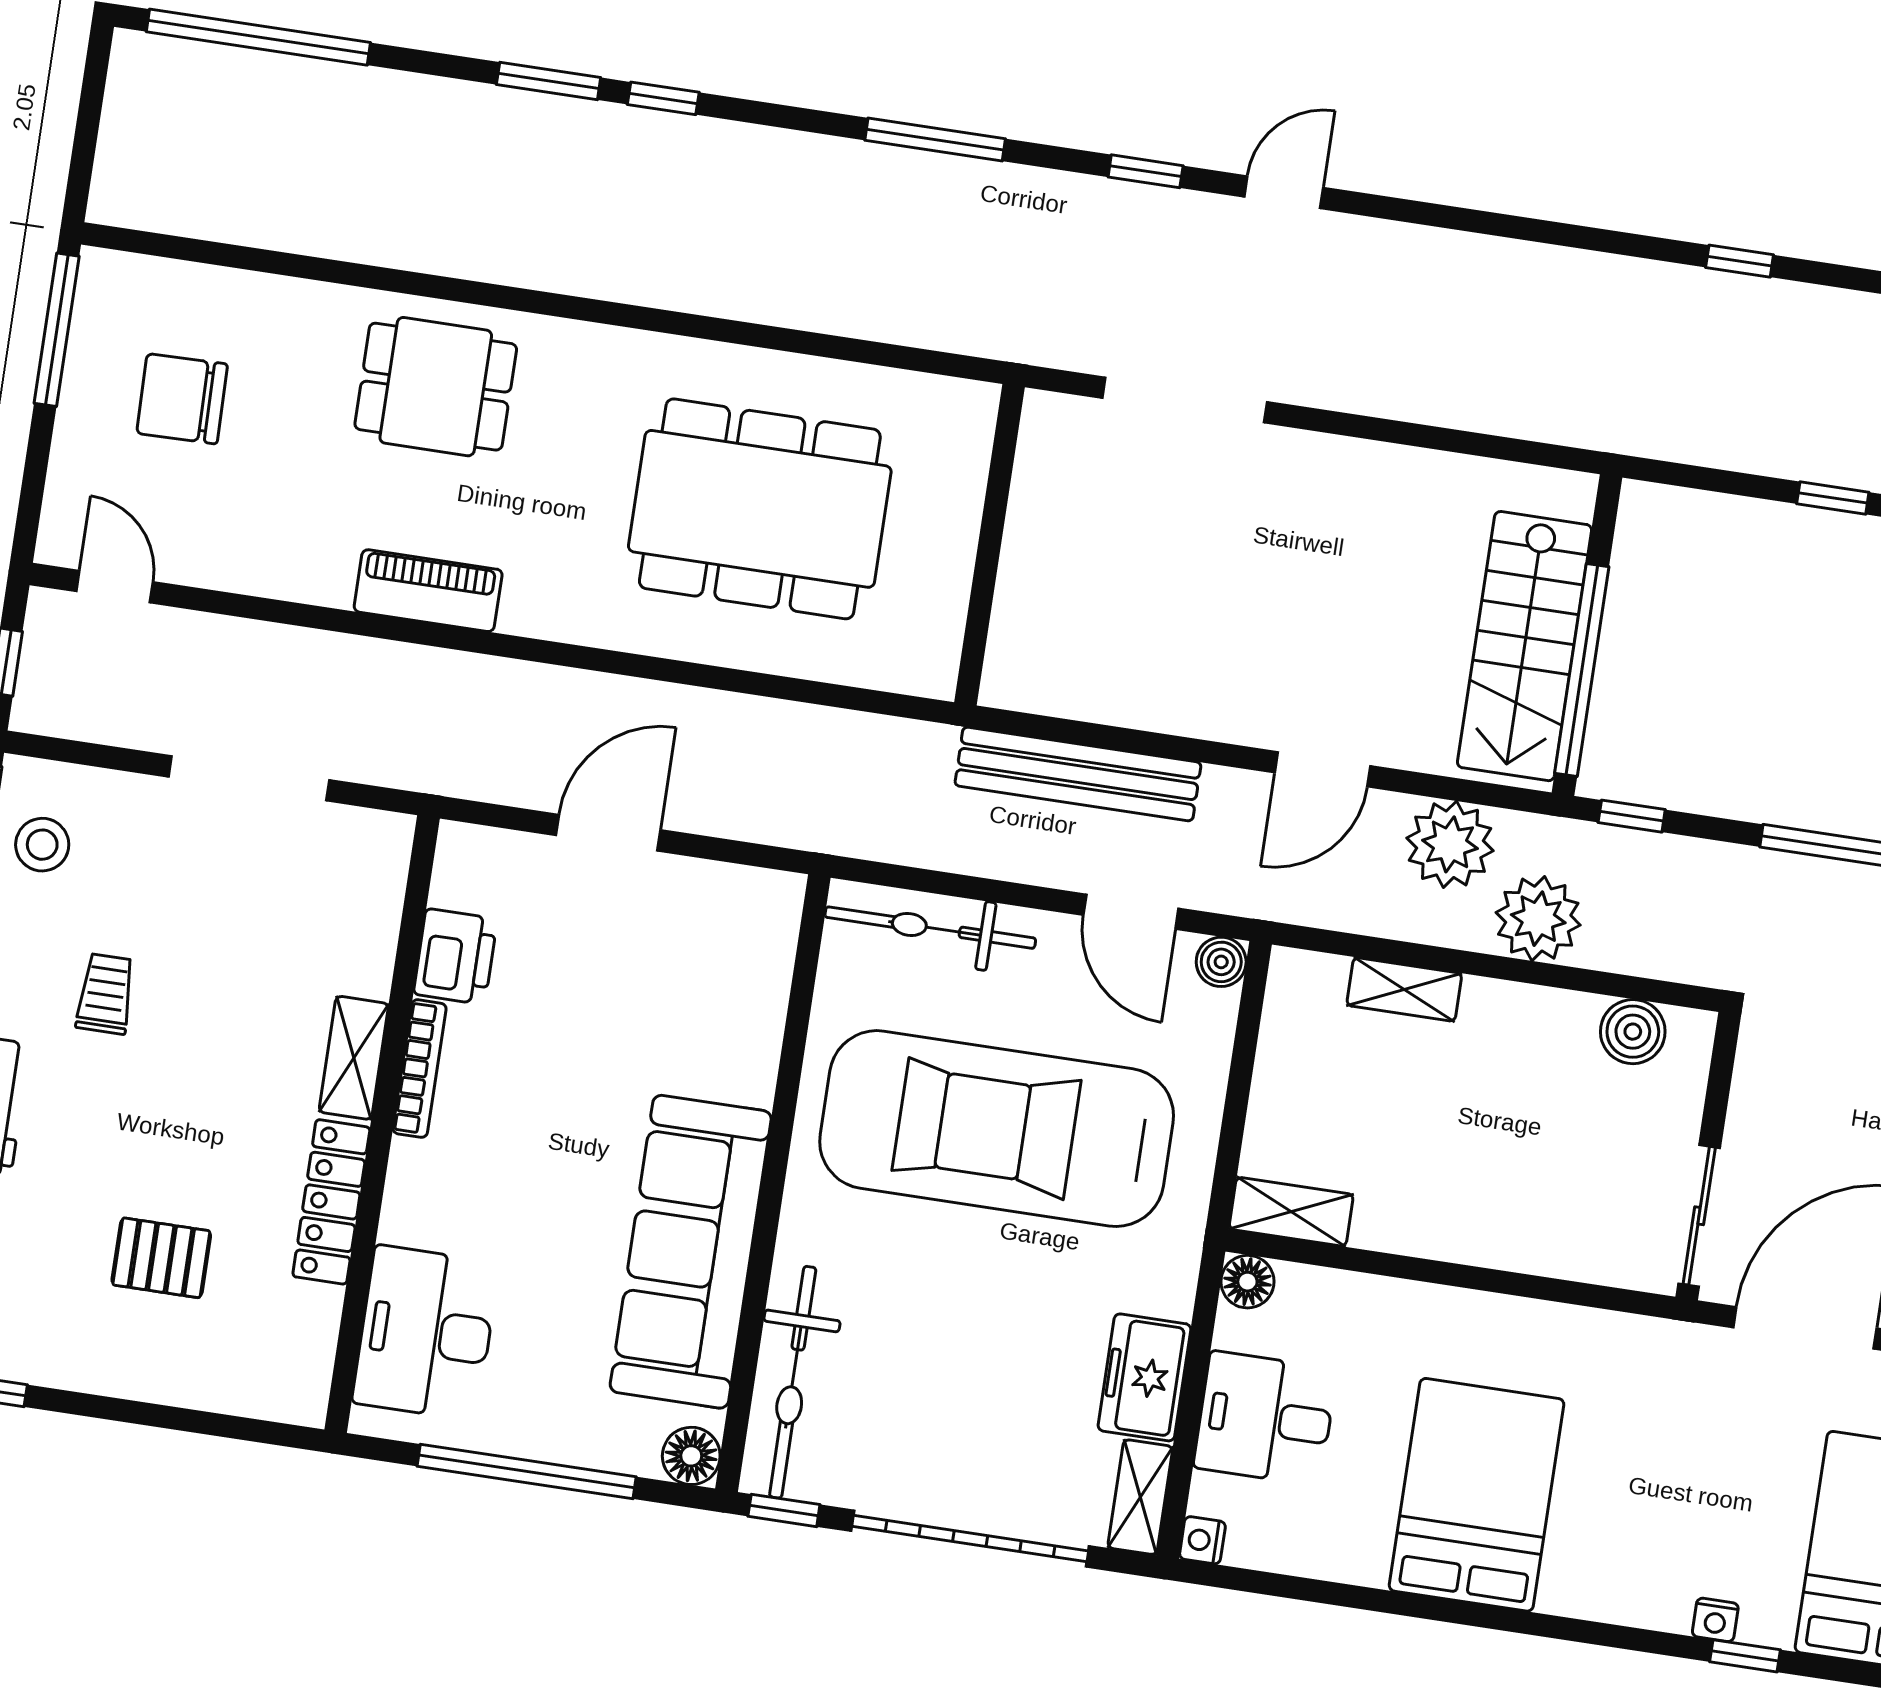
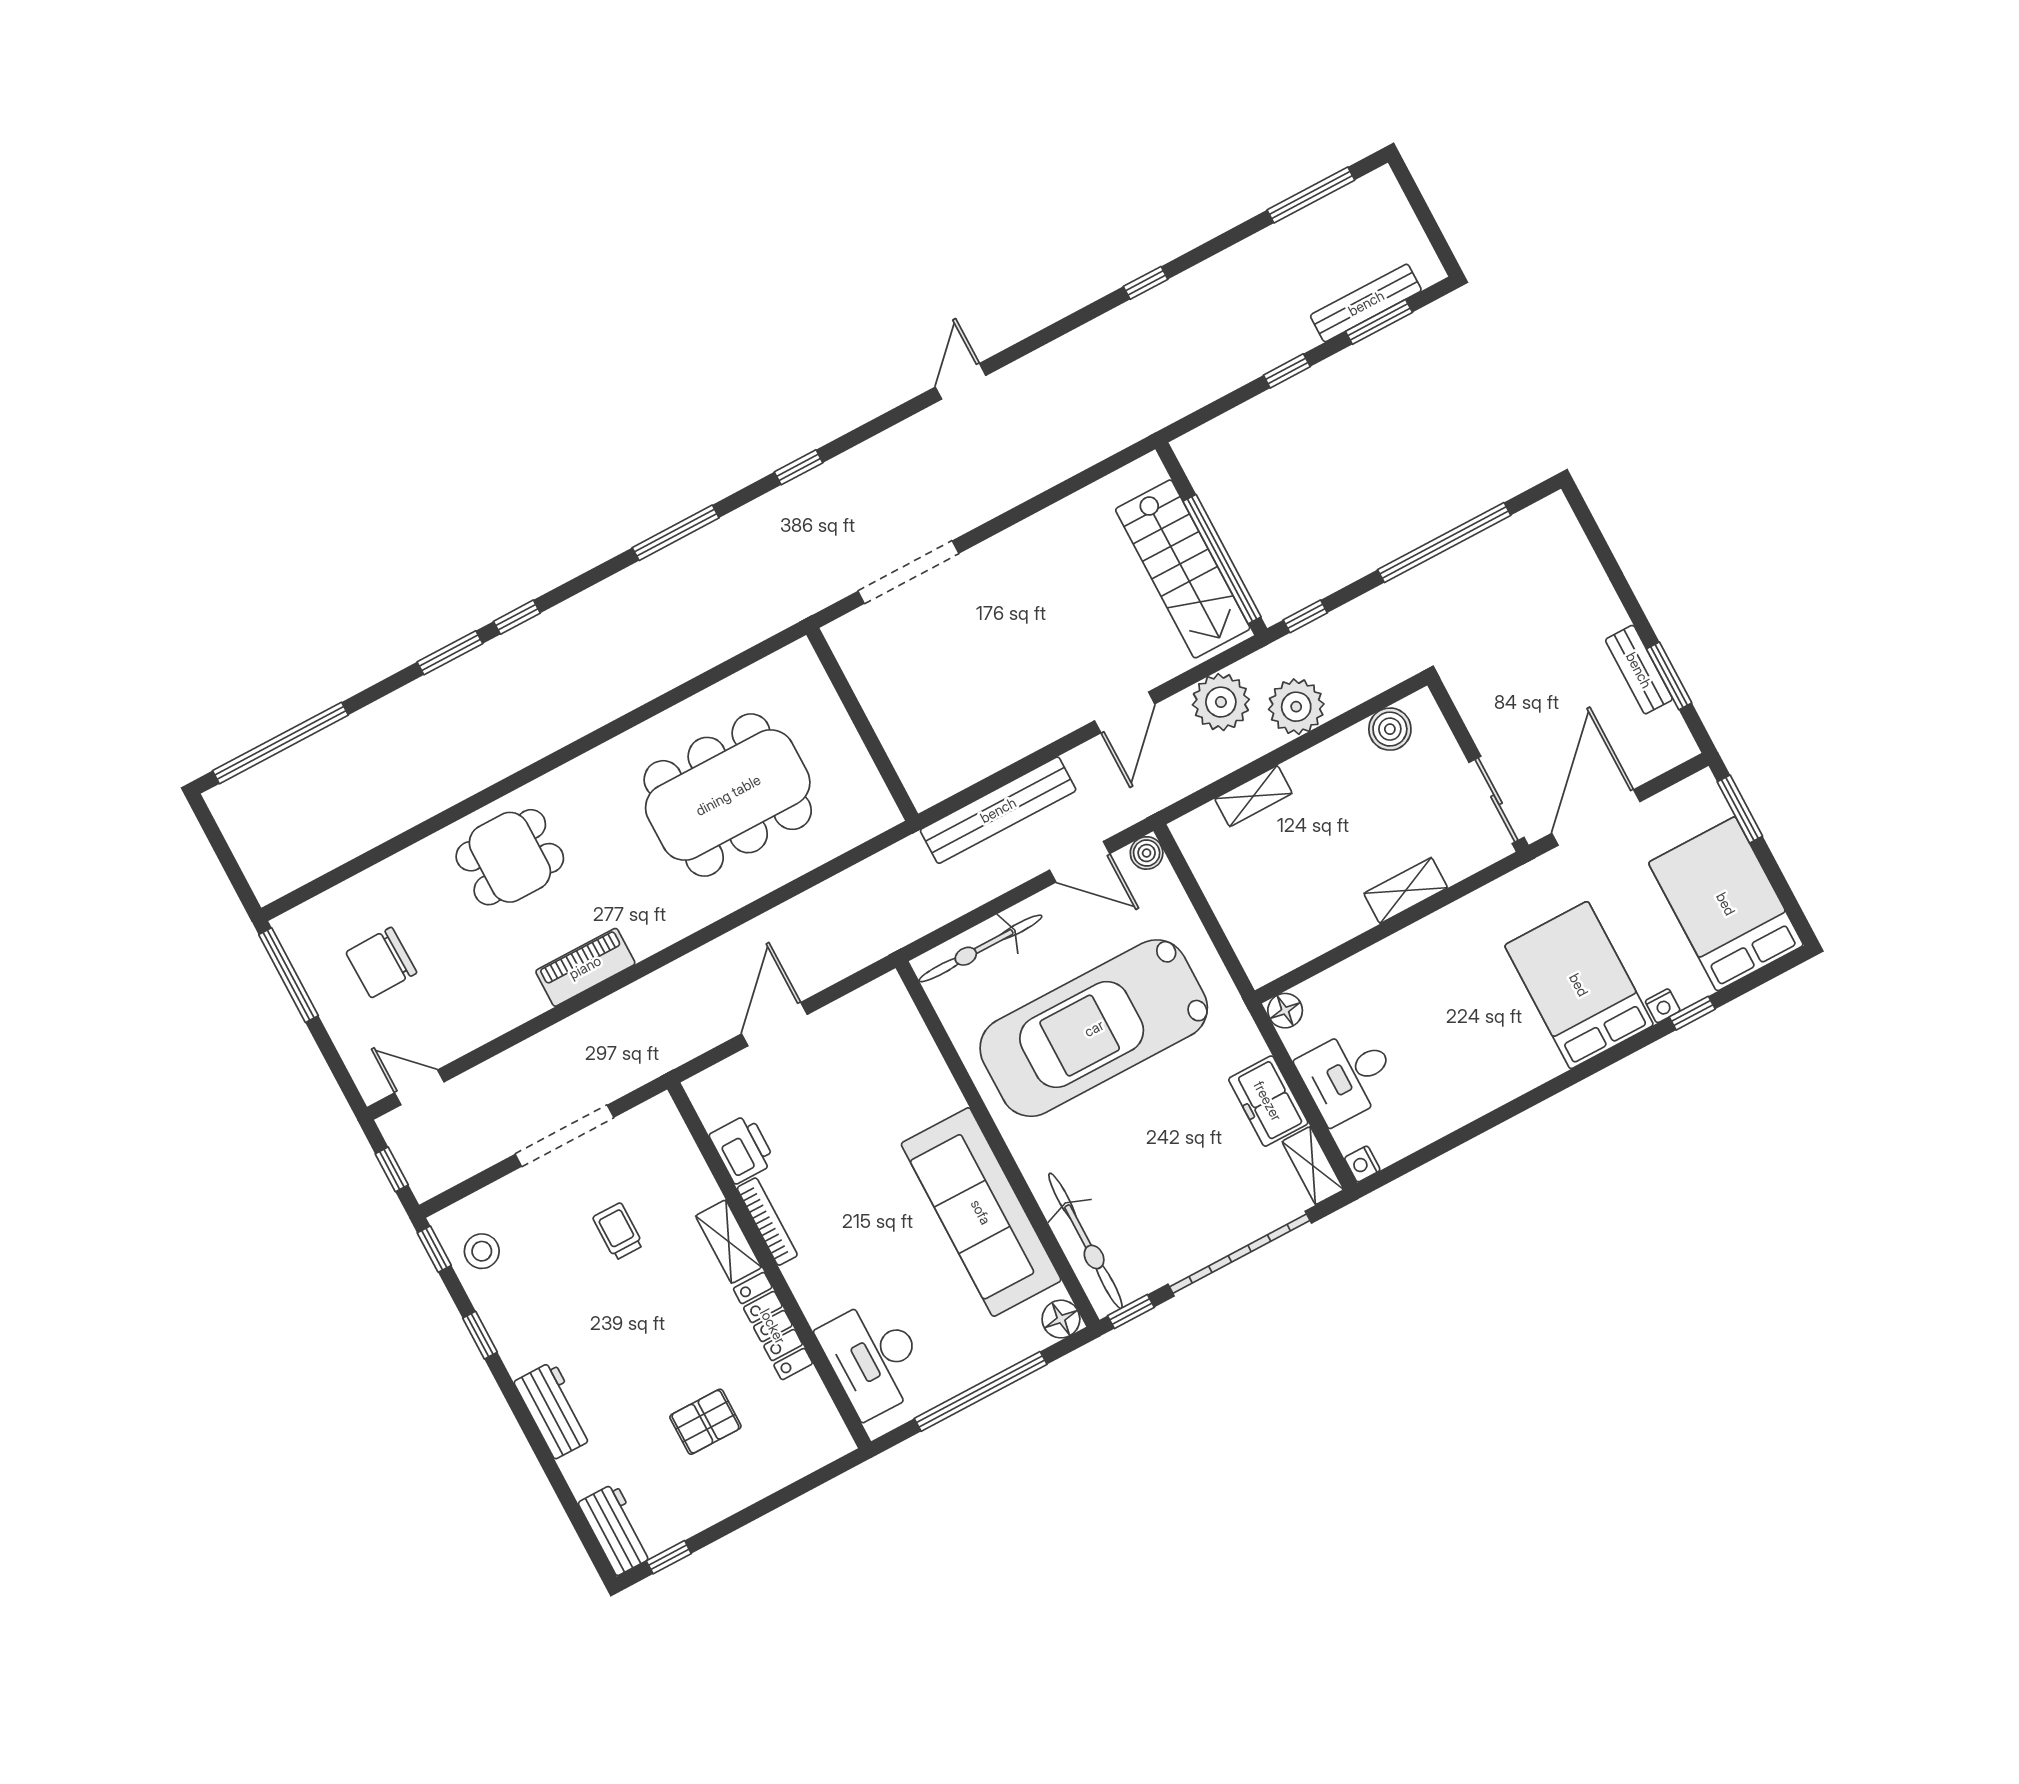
door: (1284, 192) -> (961, 381), moved
trolley: (106, 994) -> (618, 1231), moved
shelving: (1291, 1212) -> (1406, 890), moved
bed: (1477, 1495) -> (1579, 985), moved

